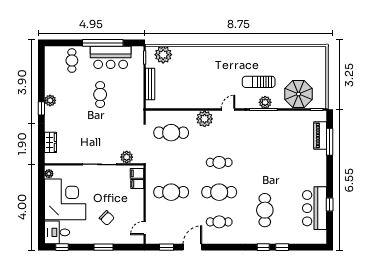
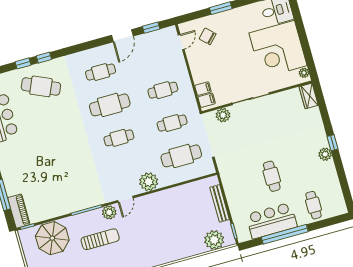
plant: (265, 102) -> (109, 212), moved
piano: (320, 136) -> (19, 211), moved
wardrobe: (50, 142) -> (309, 96), moved
cafe table: (171, 162) -> (172, 123), added
cafe table: (171, 192) -> (163, 90), width x0.73, depth x0.74
cafe table: (265, 210) -> (41, 86), moved, turned -66
chair: (107, 218) -> (208, 36), moved

